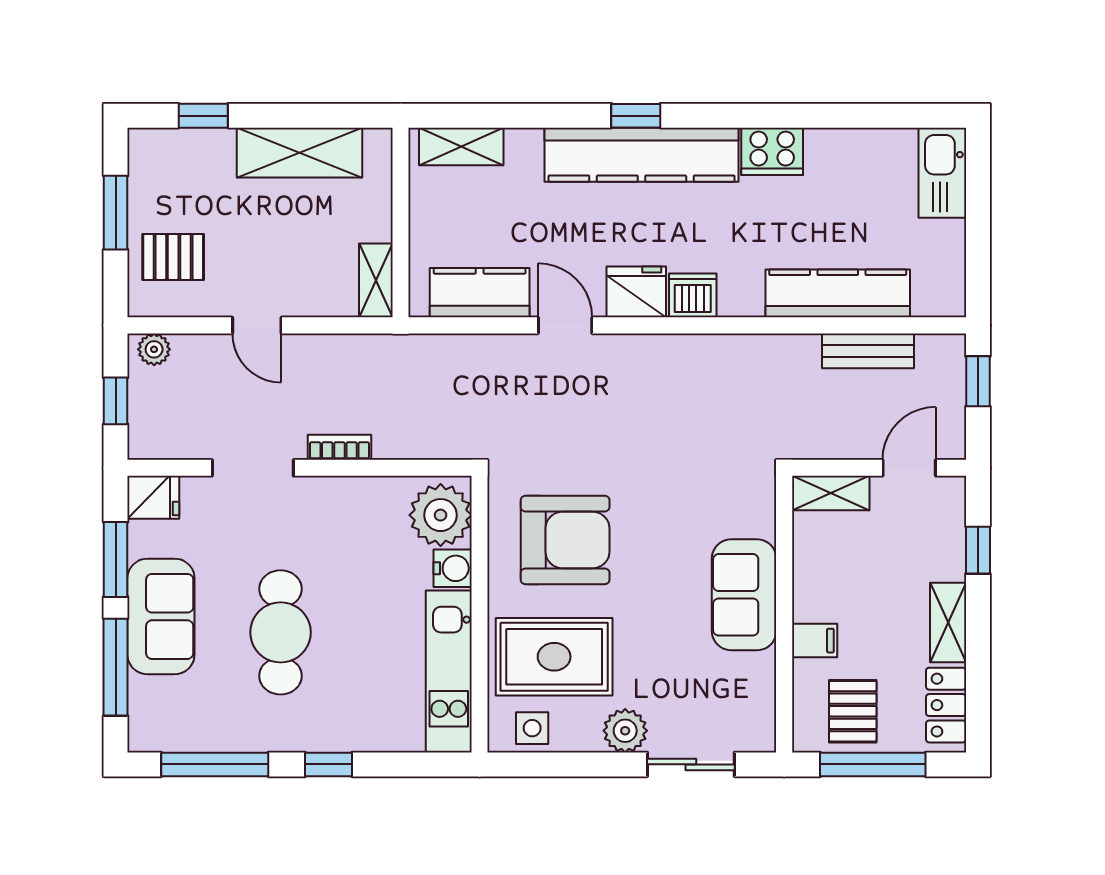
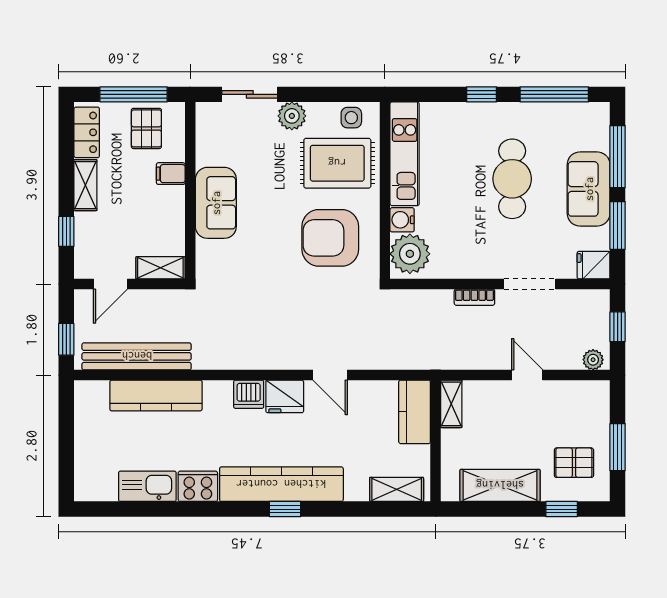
kitchen sink: (942, 173) -> (147, 486), moved, turned -90
pallet: (173, 257) -> (574, 463), moved
kitchen counter: (480, 293) -> (415, 412), moved, turned 90
bench: (868, 351) -> (137, 356), width x1.86, depth x1.21

